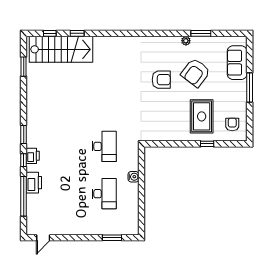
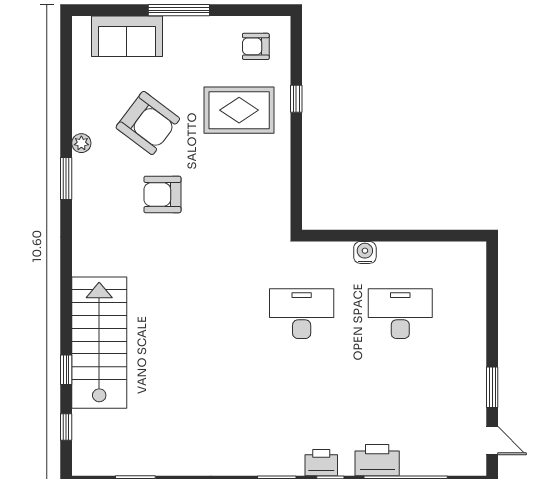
window: (201, 33) -> (66, 178), moved
stairs: (61, 49) -> (99, 343), moved
armchair: (161, 80) -> (162, 194), turned -90
window: (112, 238) -> (492, 387), moved

